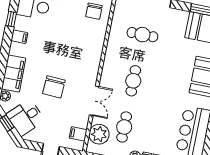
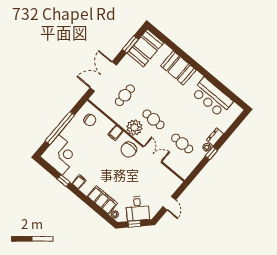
chair: (54, 87) -> (129, 150), moved, turned 87
filing cabinet: (78, 134) -> (115, 133), moved
plant: (99, 134) -> (134, 127), moved

